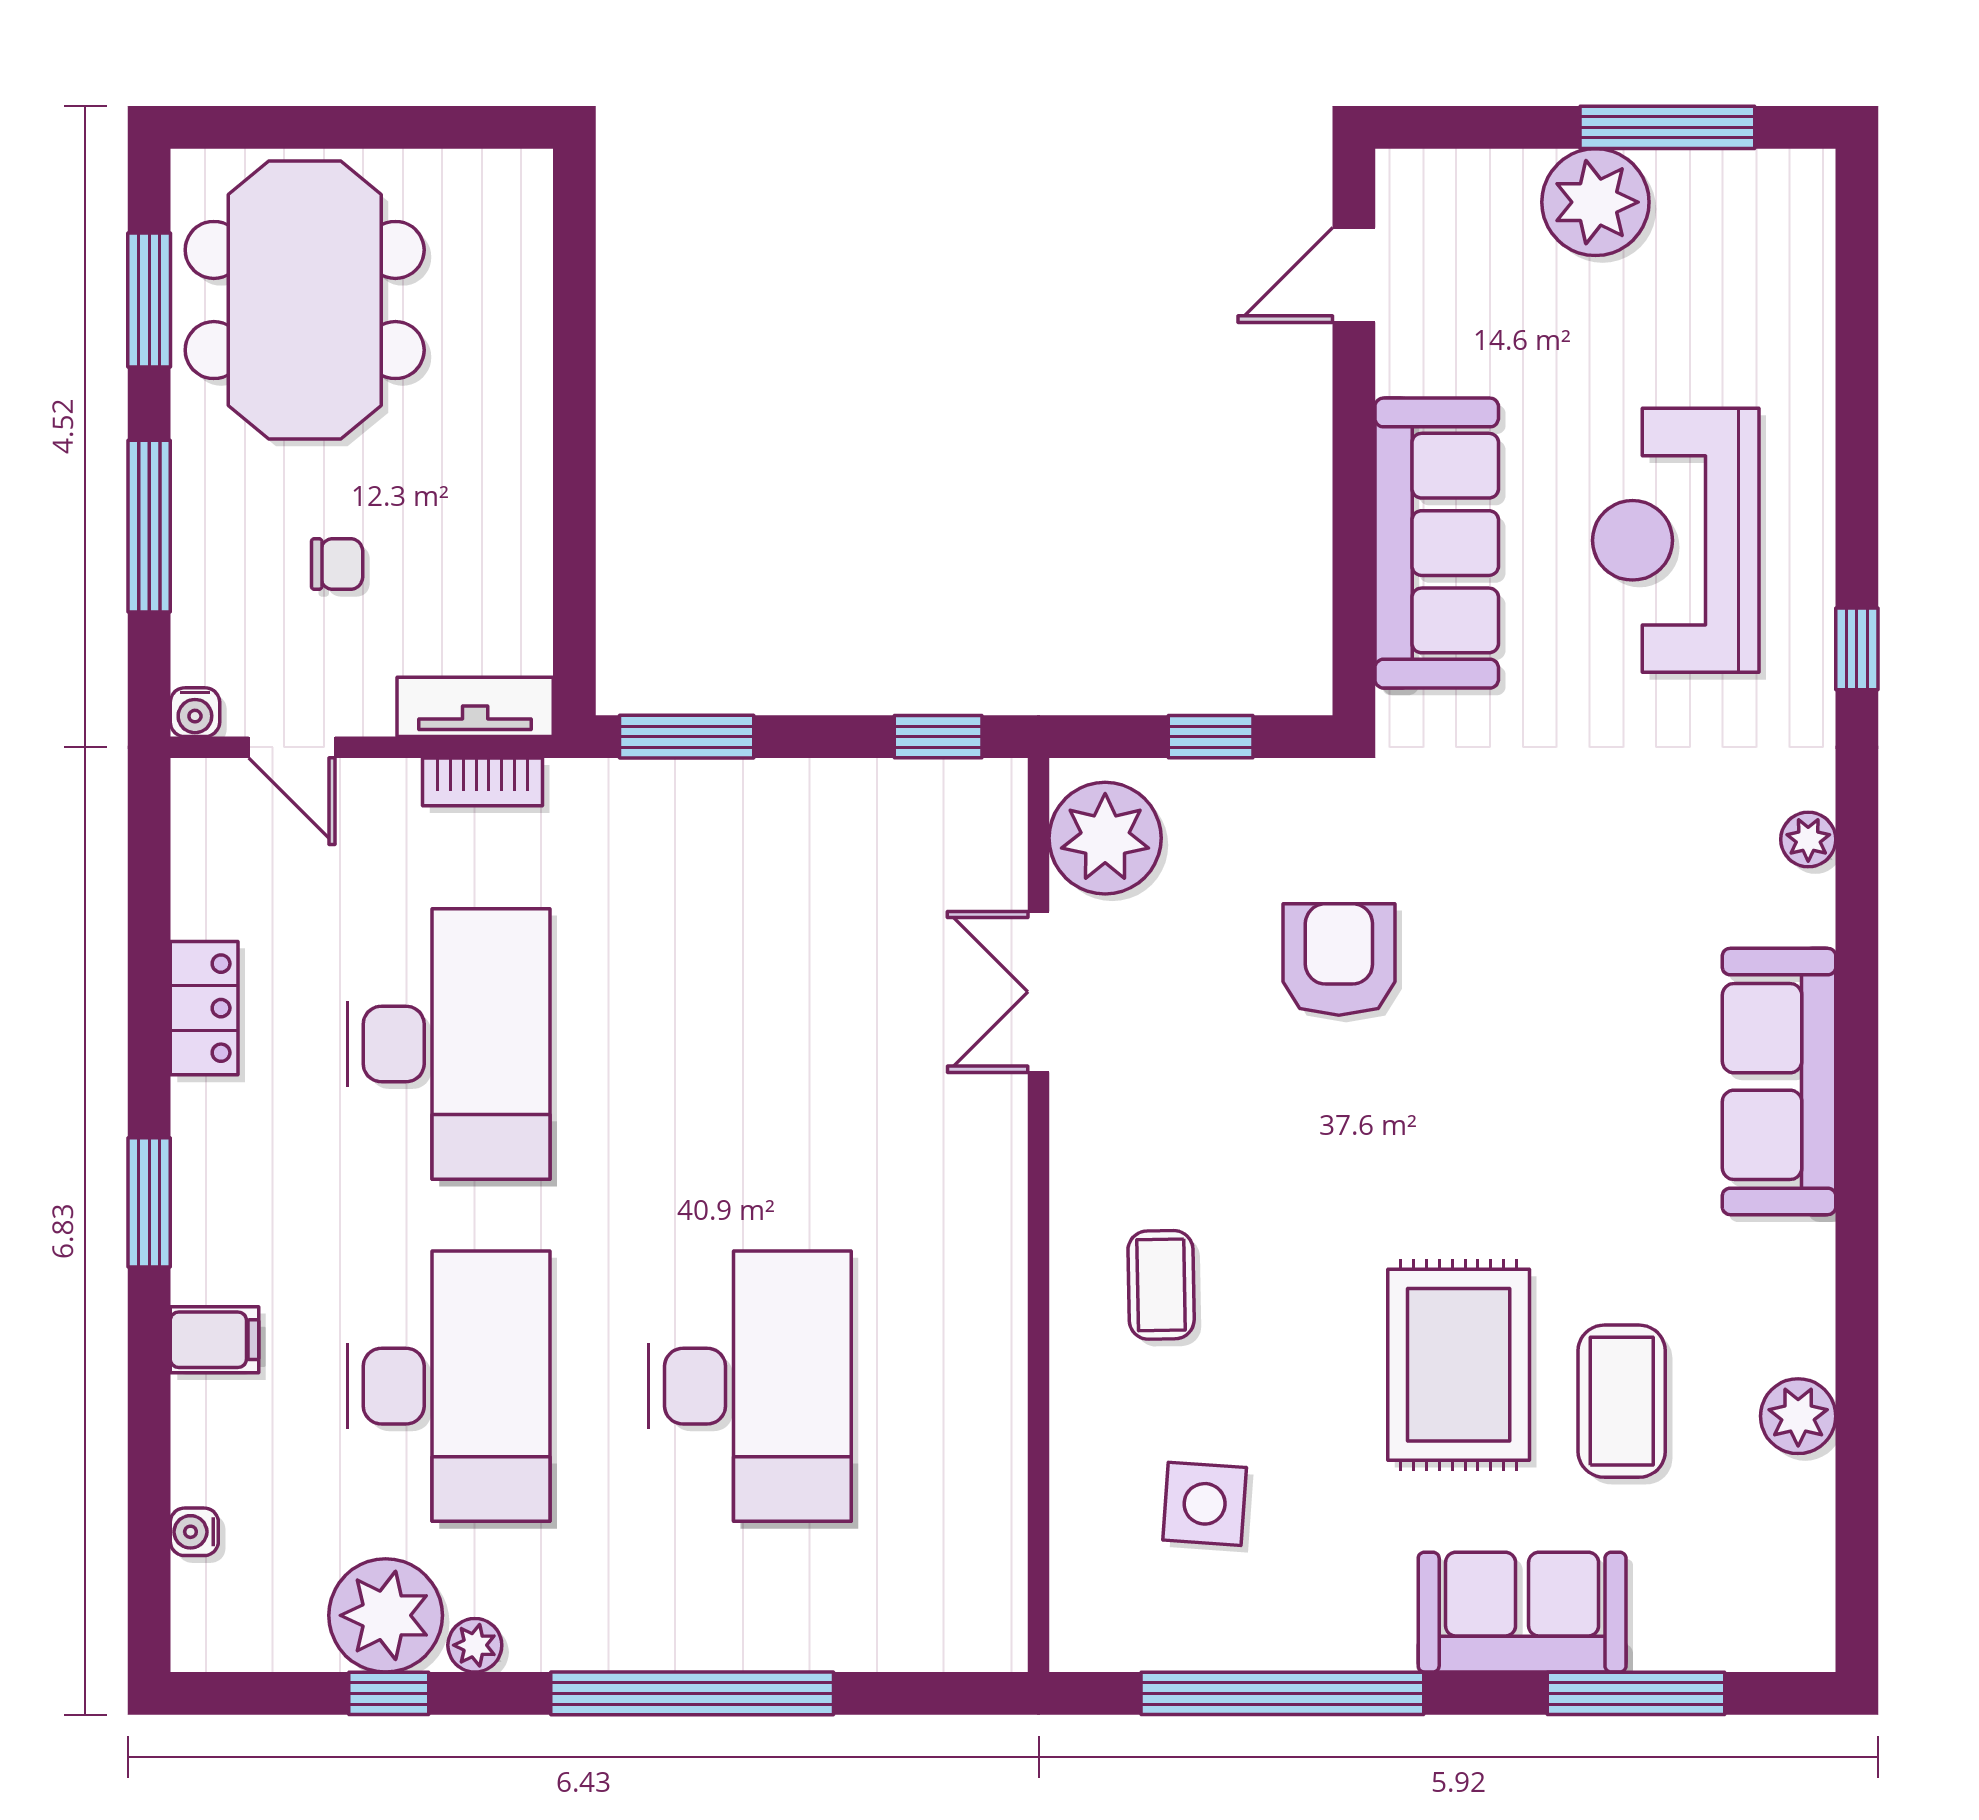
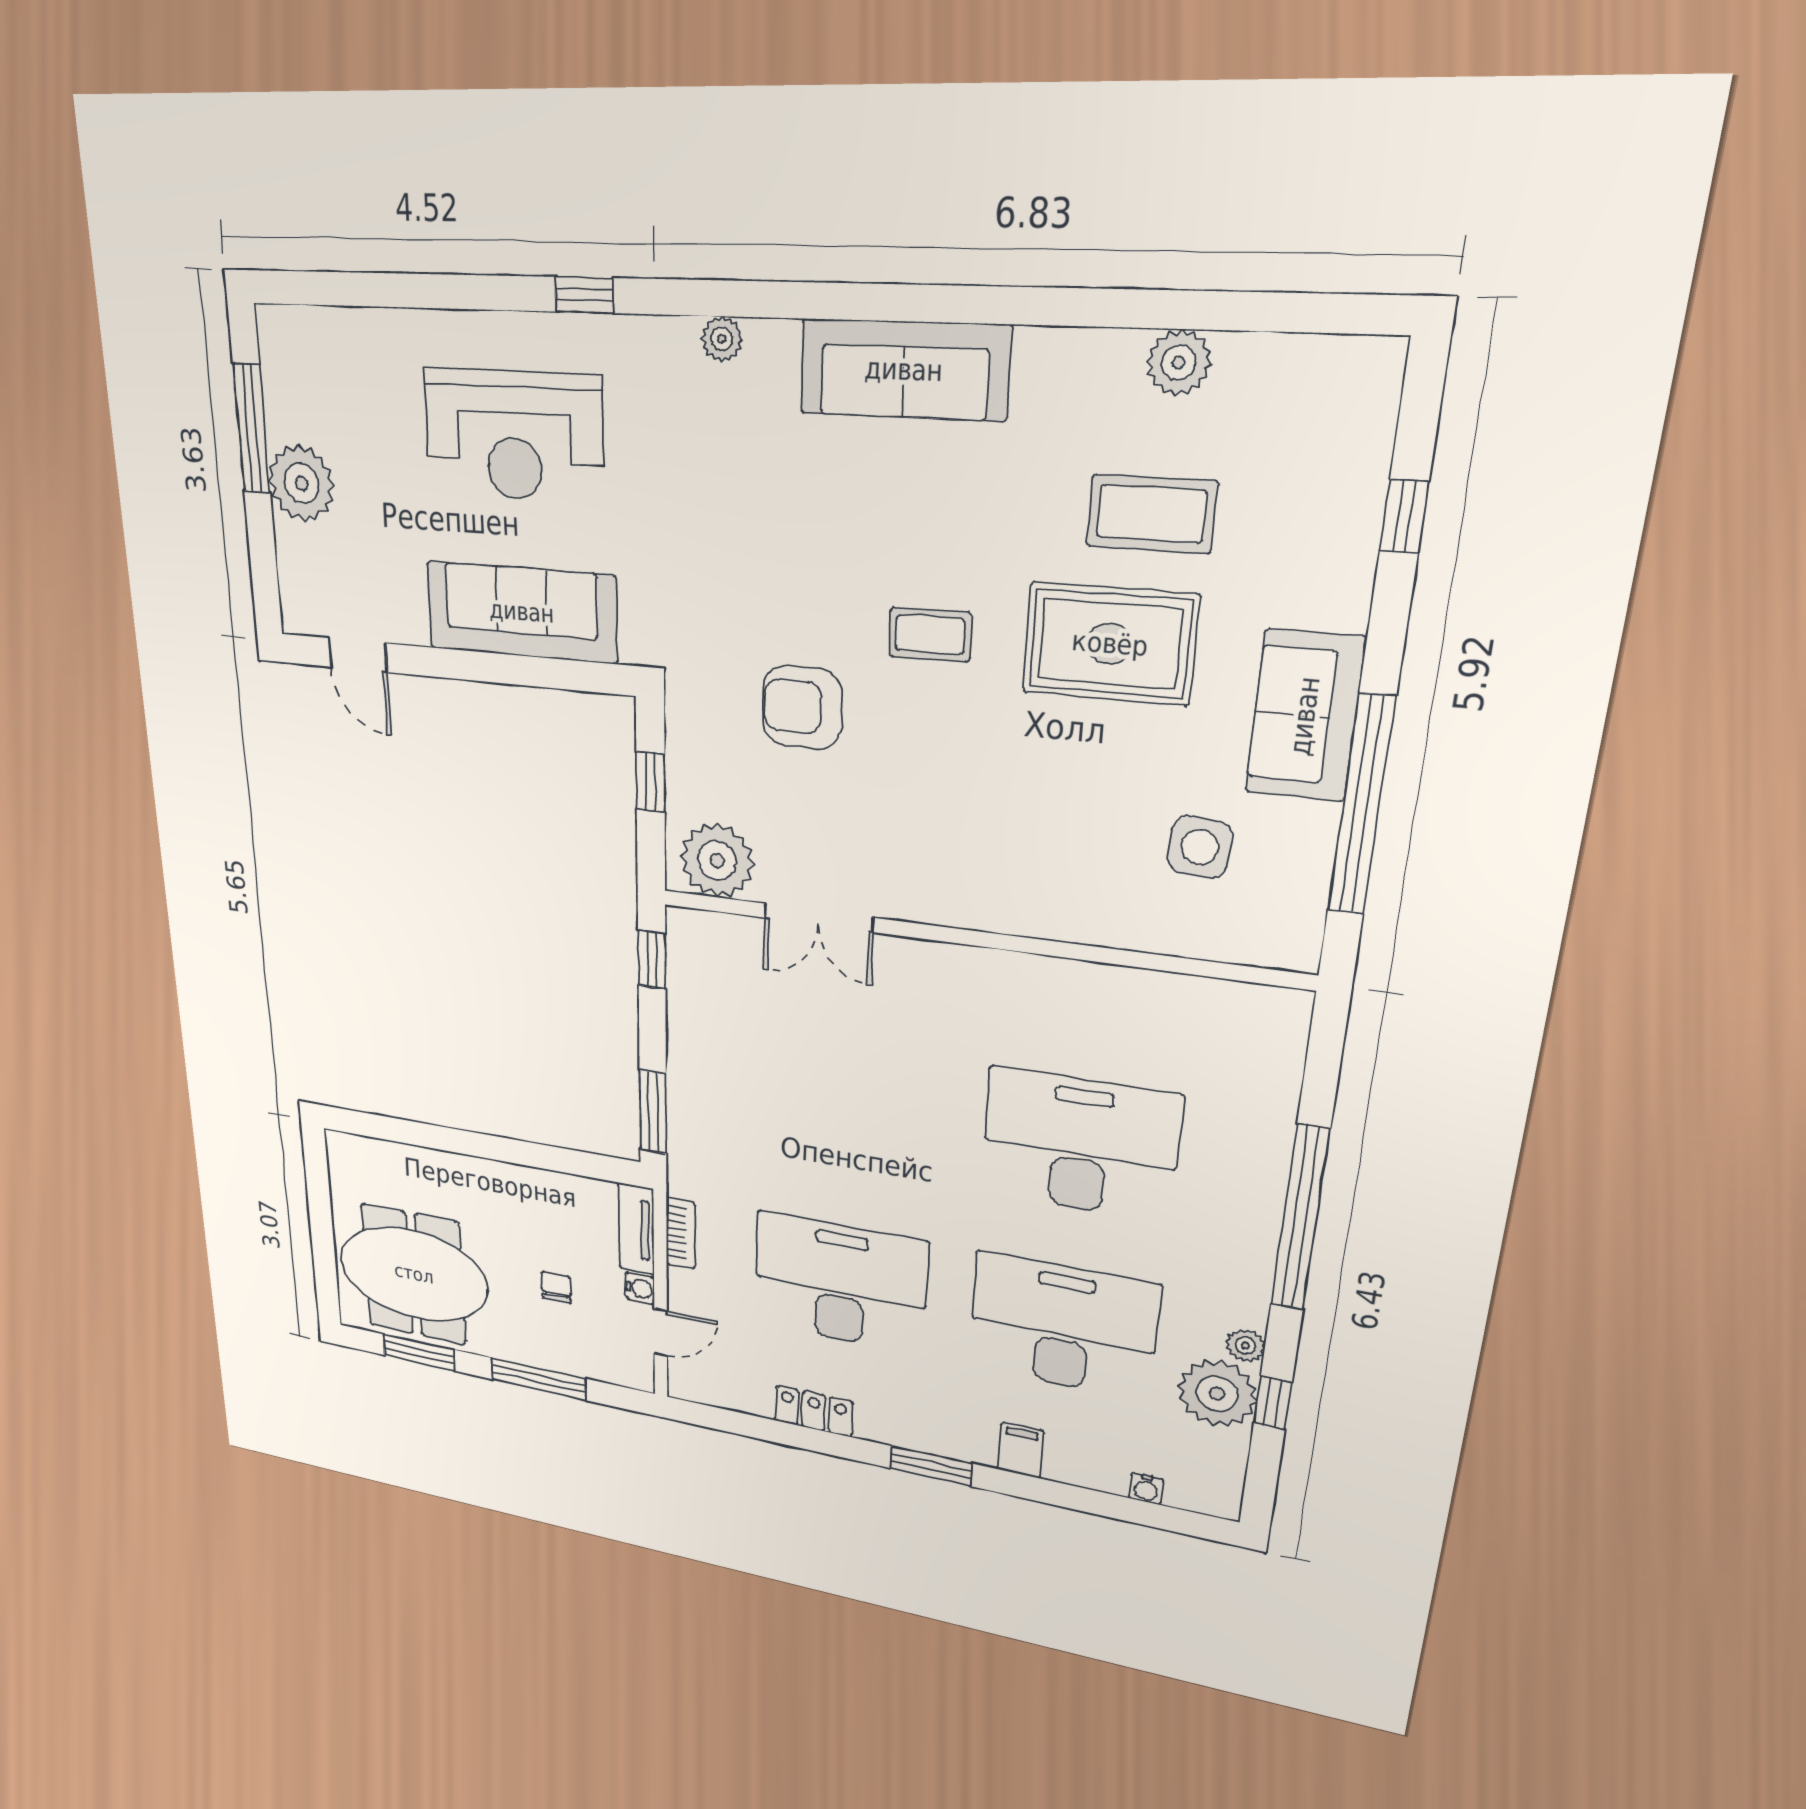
water cooler: (195, 712) -> (640, 1288), moved
coffee table: (1161, 1285) -> (930, 635), moved
sofa: (1522, 1612) -> (1305, 716), moved
window: (1636, 1693) -> (1404, 516), width x0.46

